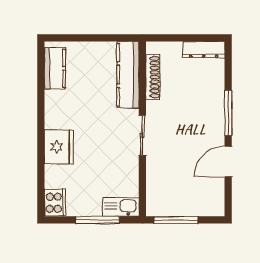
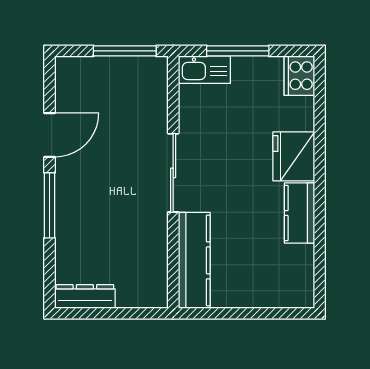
kitchen counter: (55, 68) -> (300, 213), moved
shoe rack: (153, 77) -> (158, 257), removed
sliding door: (142, 135) -> (173, 173), width x1.37

